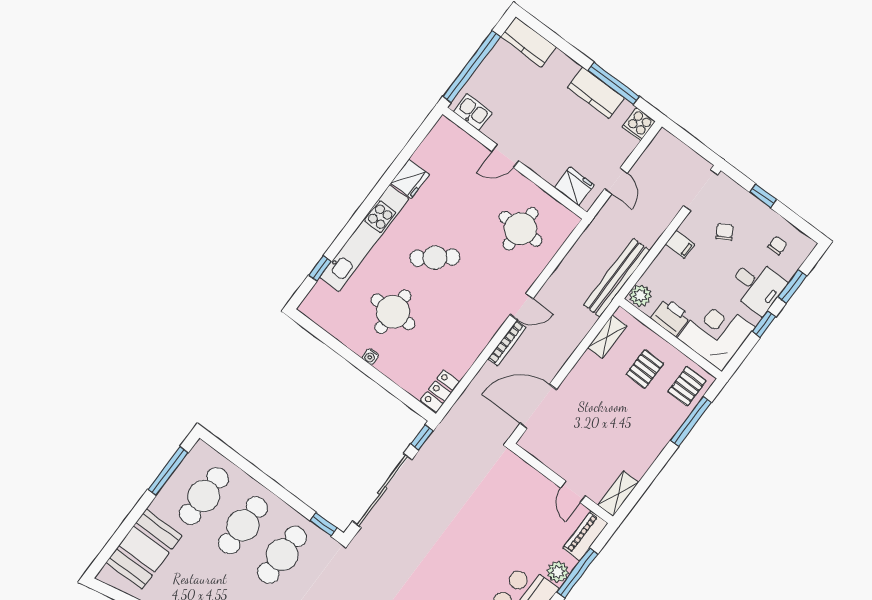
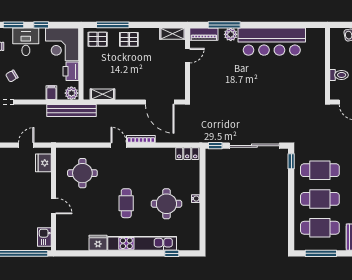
filing cabinet: (680, 244) -> (51, 93), moved
cafe table: (435, 258) -> (126, 203), turned 39
pallet: (645, 369) -> (129, 39), moved

